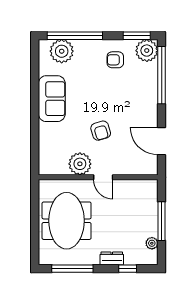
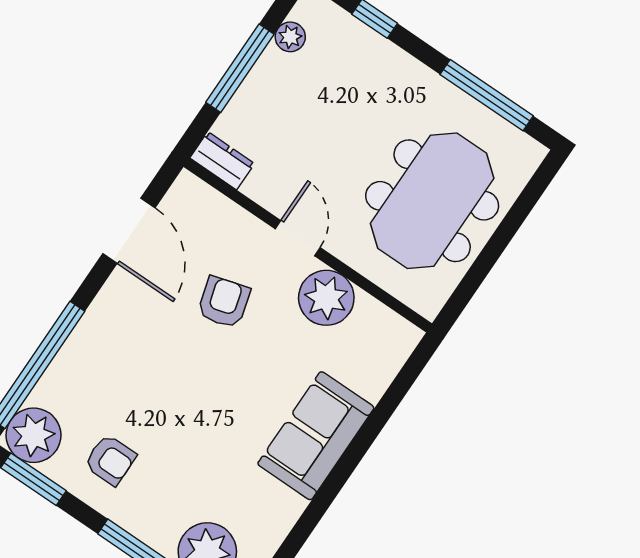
sofa: (52, 99) -> (316, 436), moved
armchair: (101, 131) -> (224, 302), moved
dresser: (112, 258) -> (222, 161), moved, turned 180

